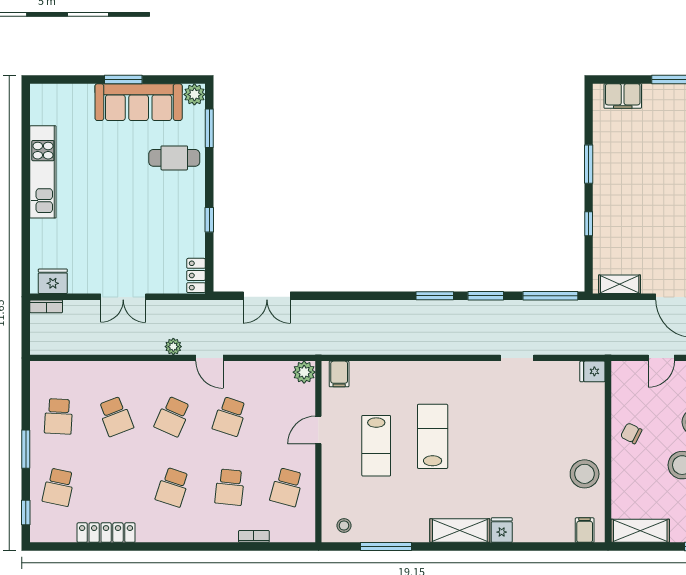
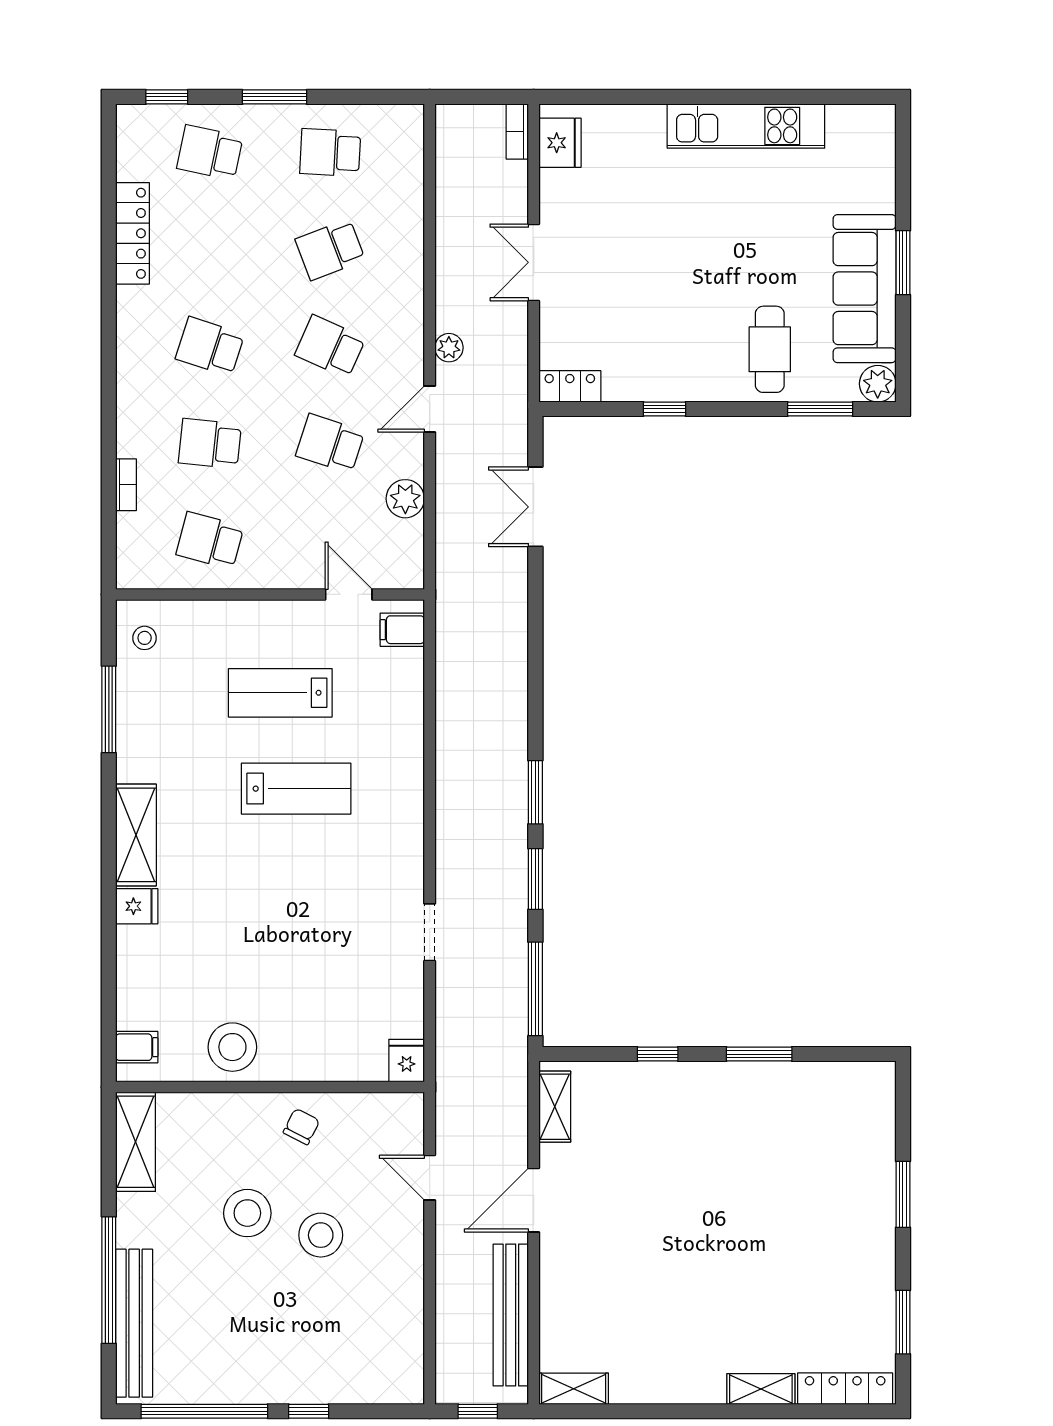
filing cabinet: (623, 96) -> (875, 1112), removed
plant: (304, 372) -> (405, 499), moved
door: (318, 430) -> (349, 594), moved

